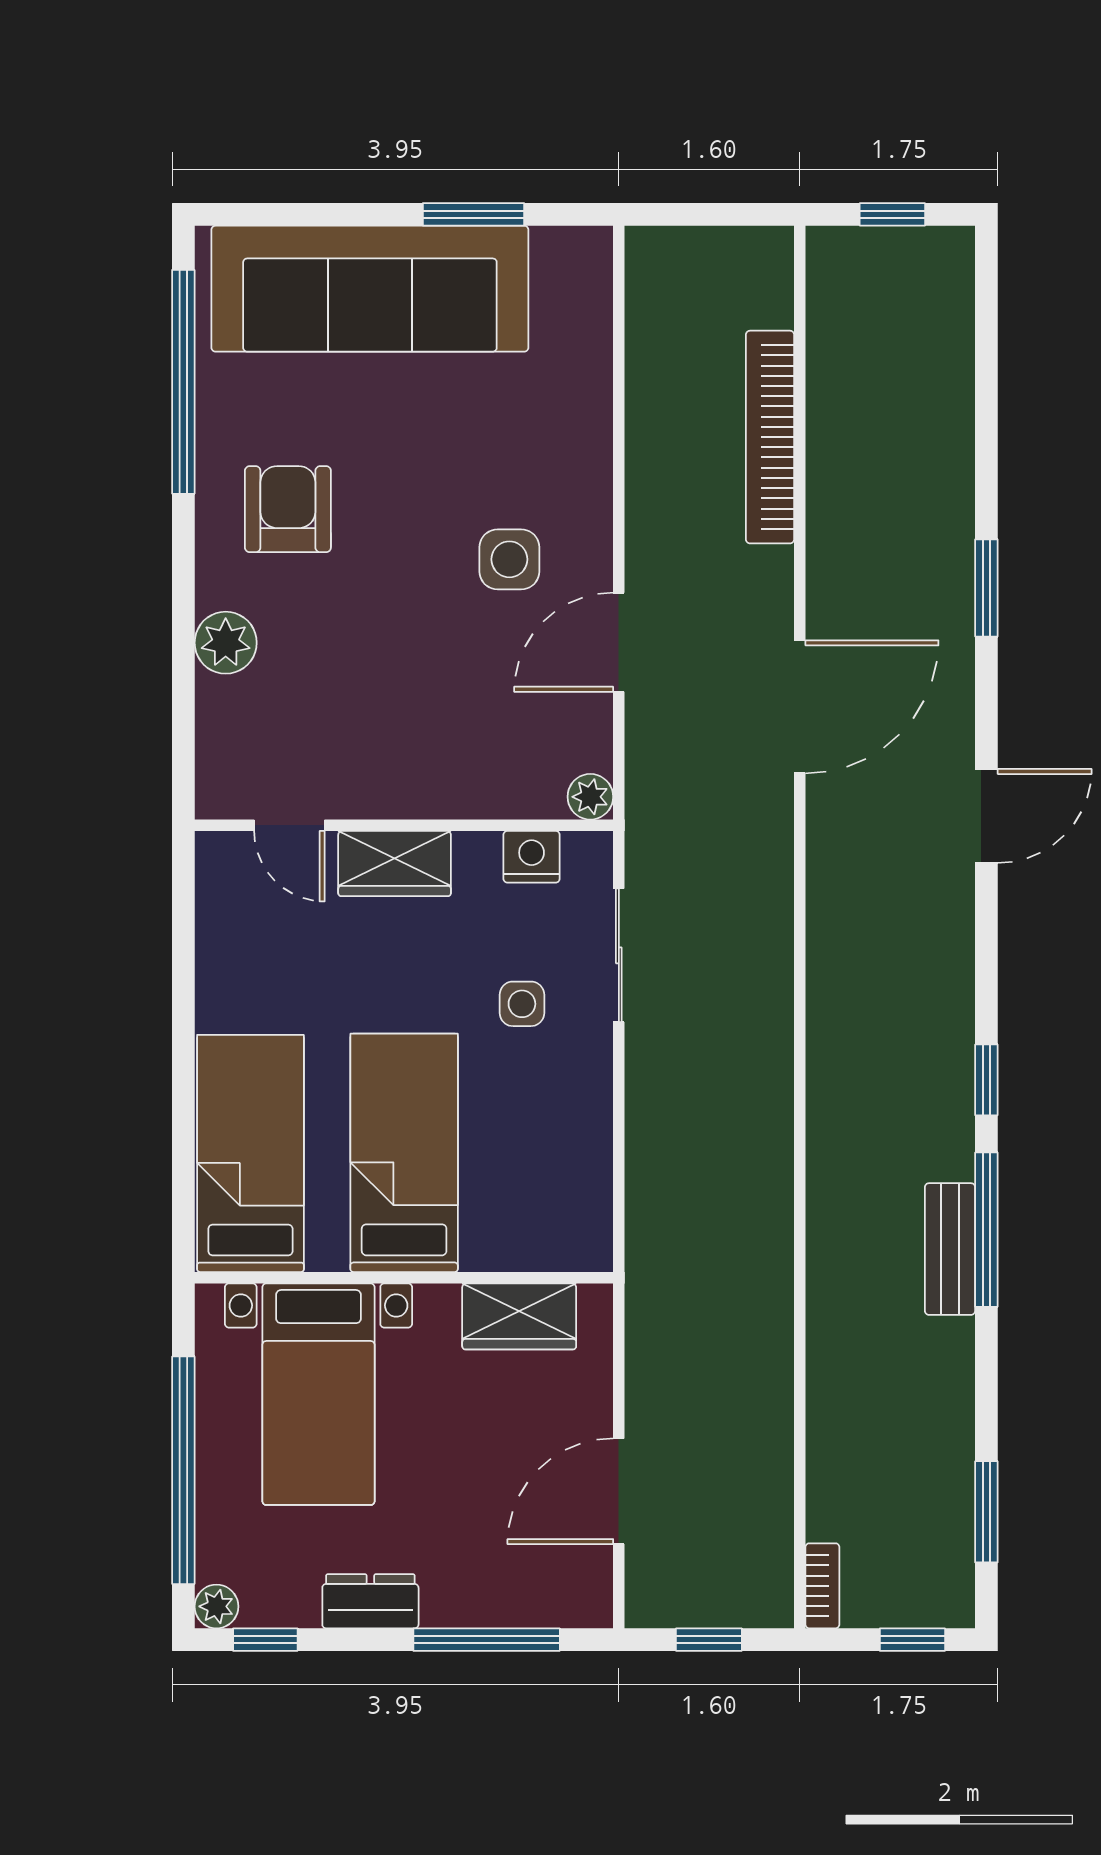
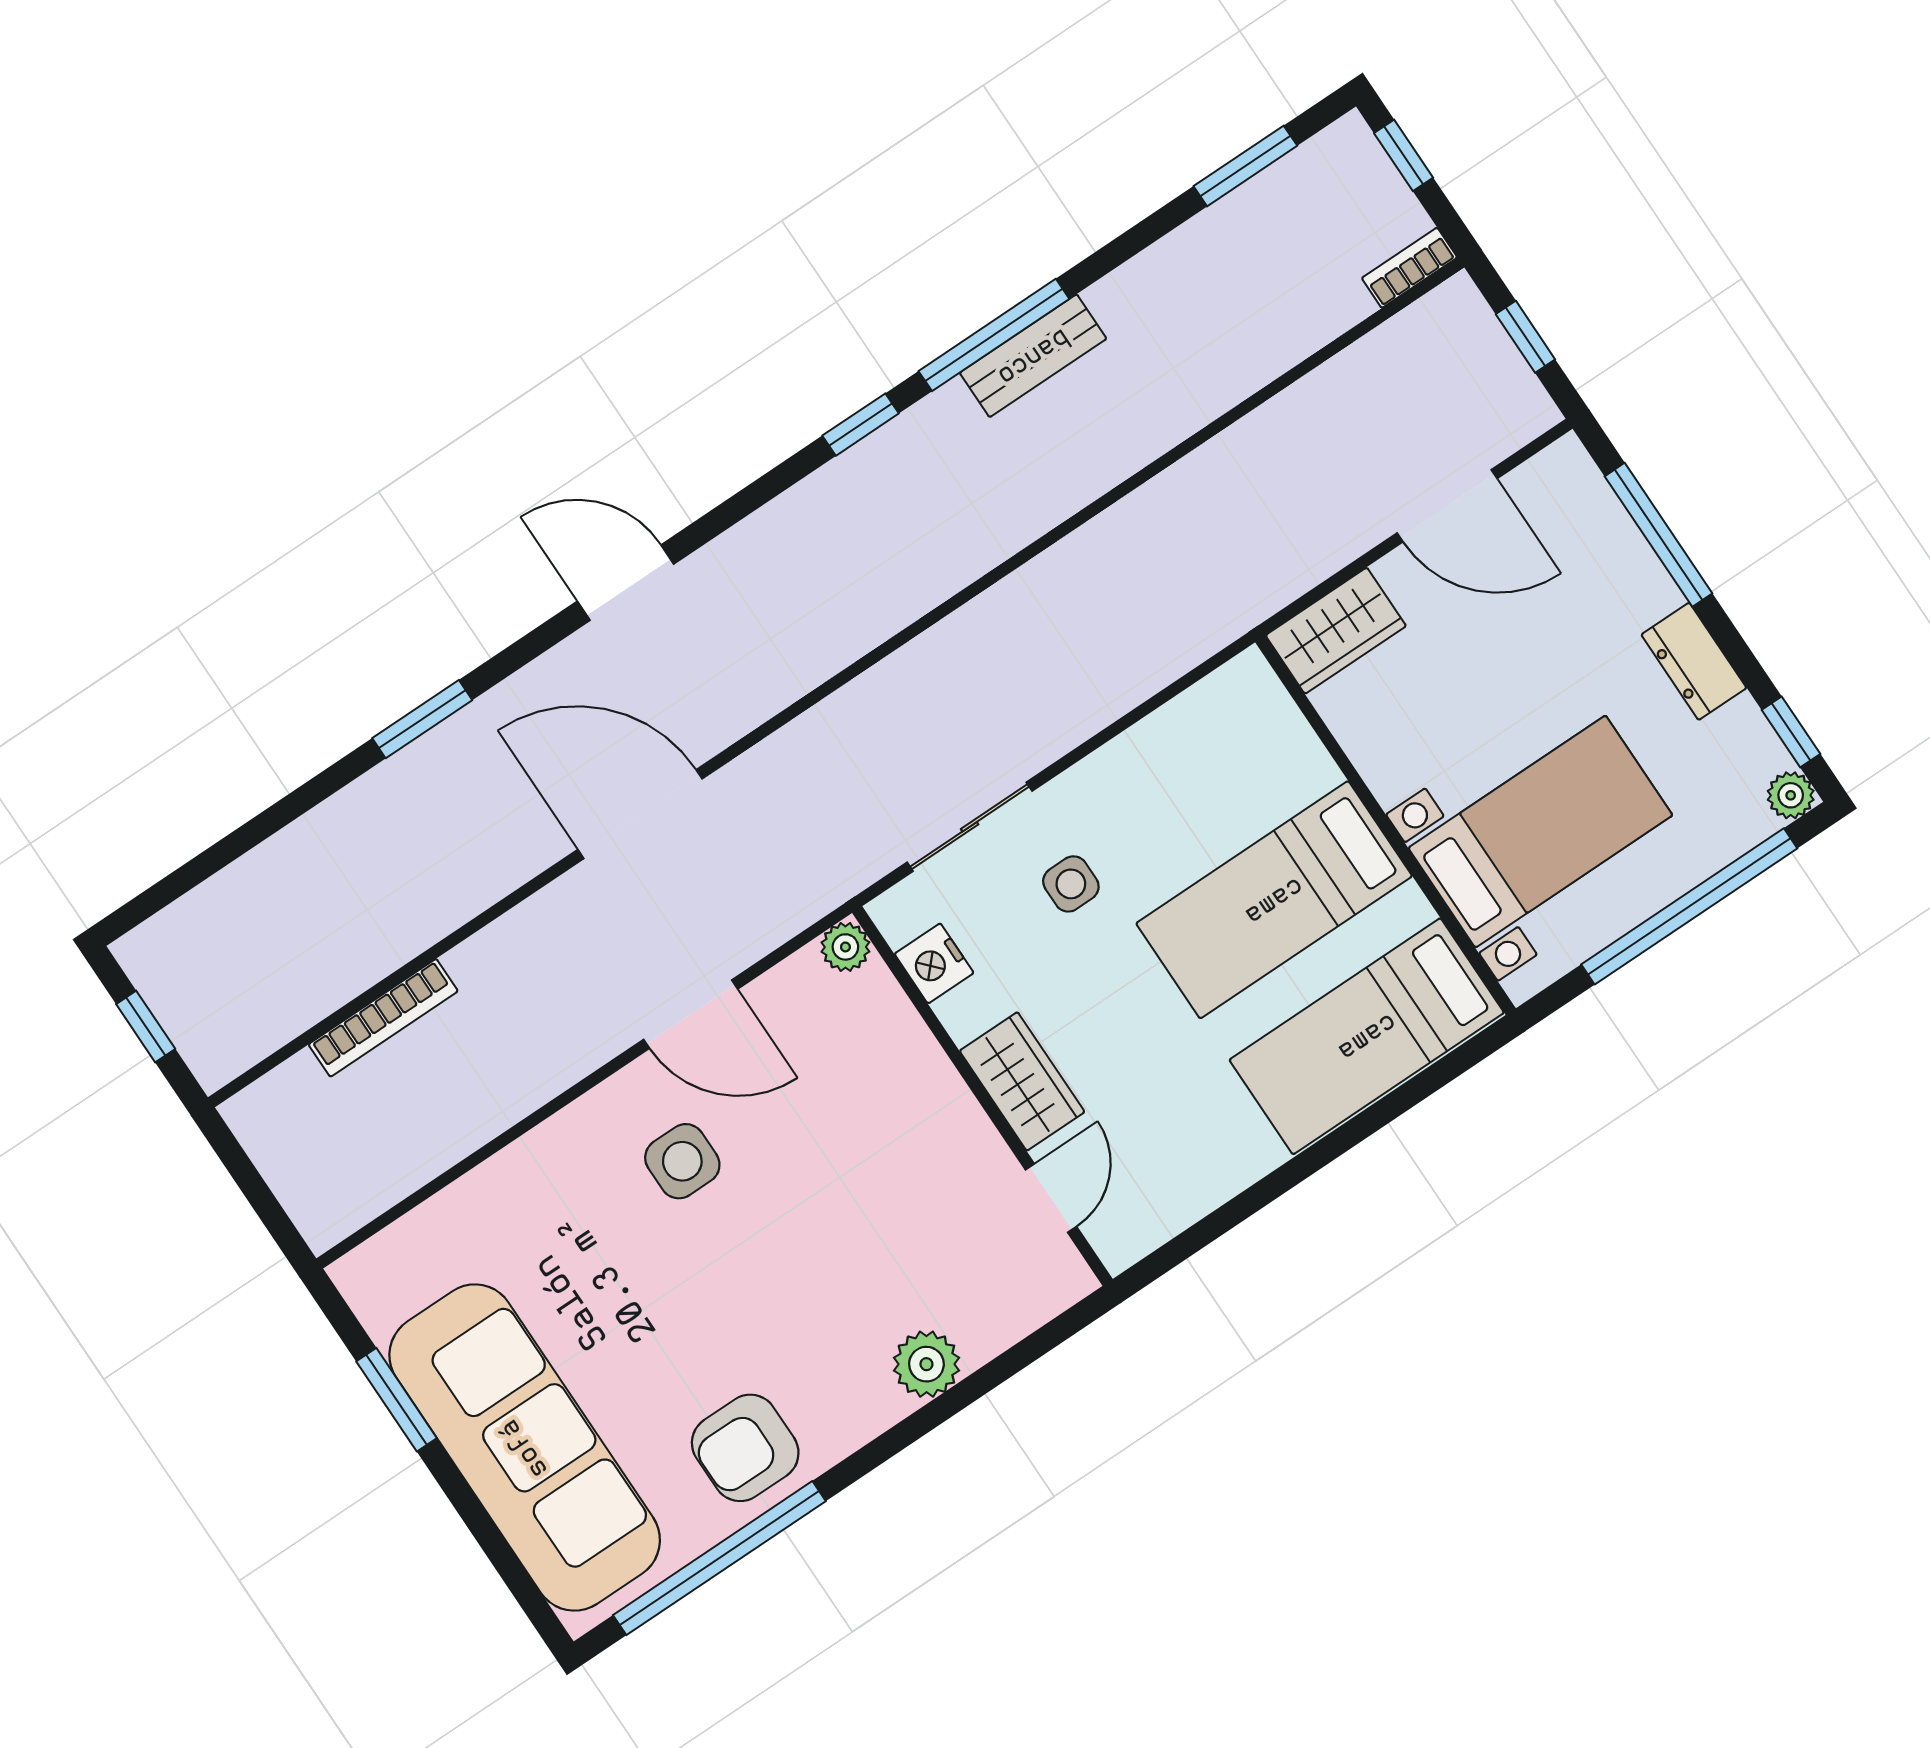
bookcase: (770, 437) -> (383, 1018), width x0.68, depth x0.76
armchair: (288, 509) -> (745, 1448), moved
wardrobe: (519, 1316) -> (1336, 631), moved, turned 90

